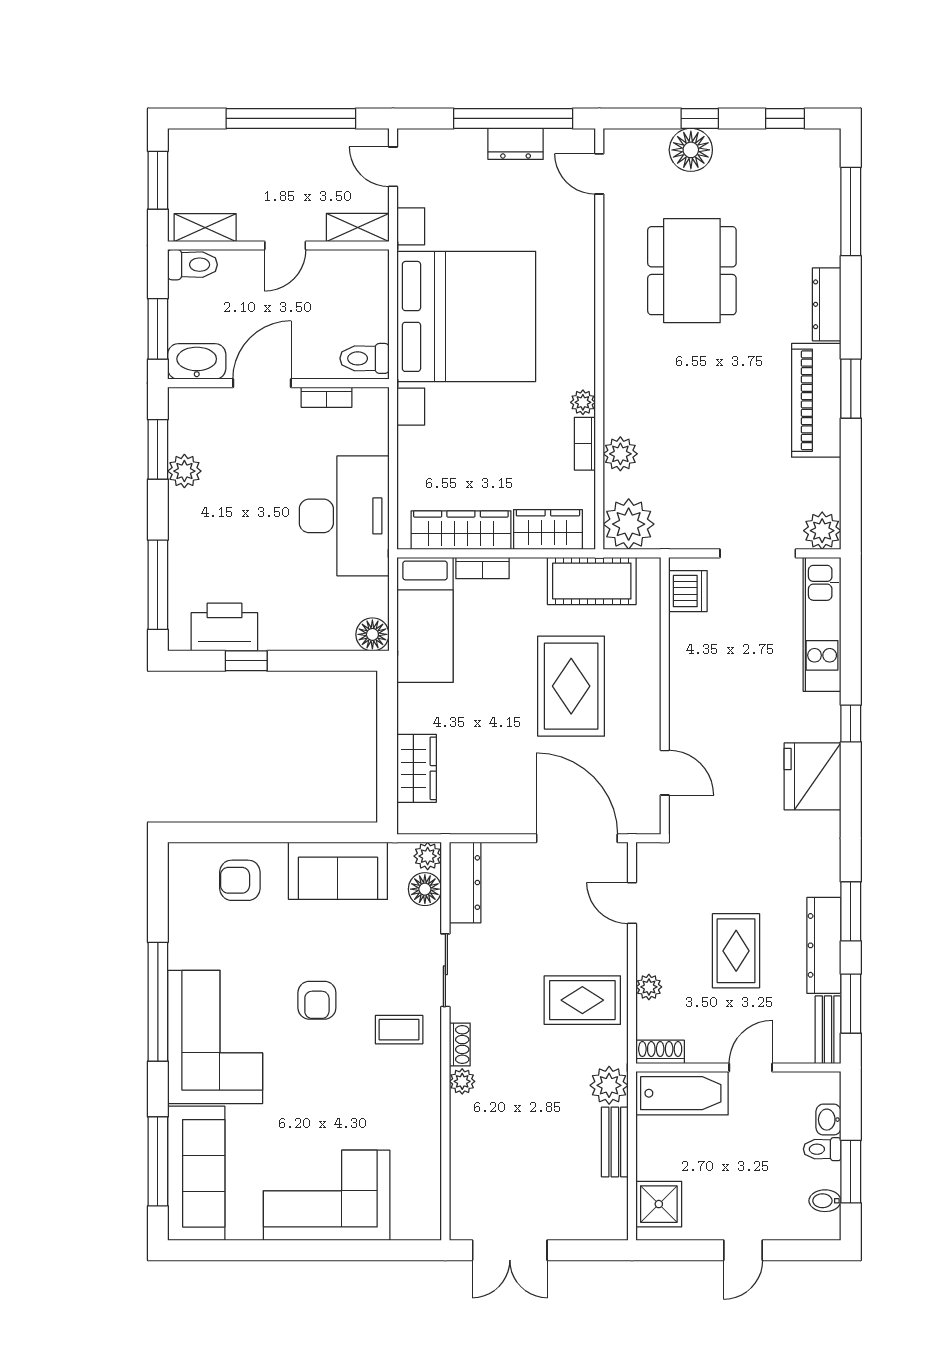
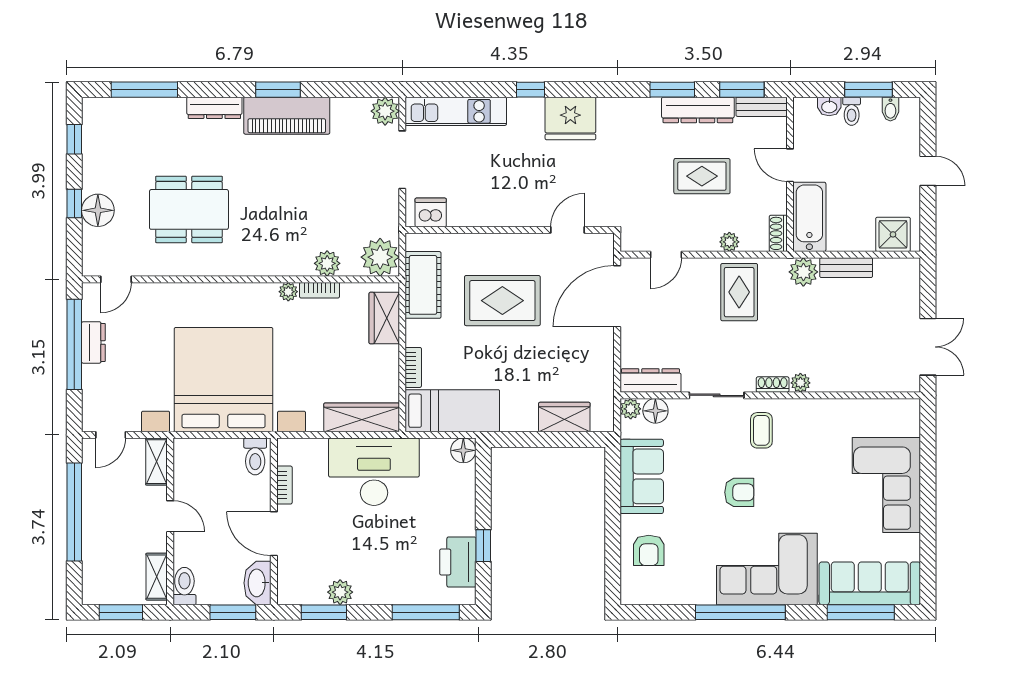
wardrobe: (461, 530) -> (362, 417), moved, turned 90

